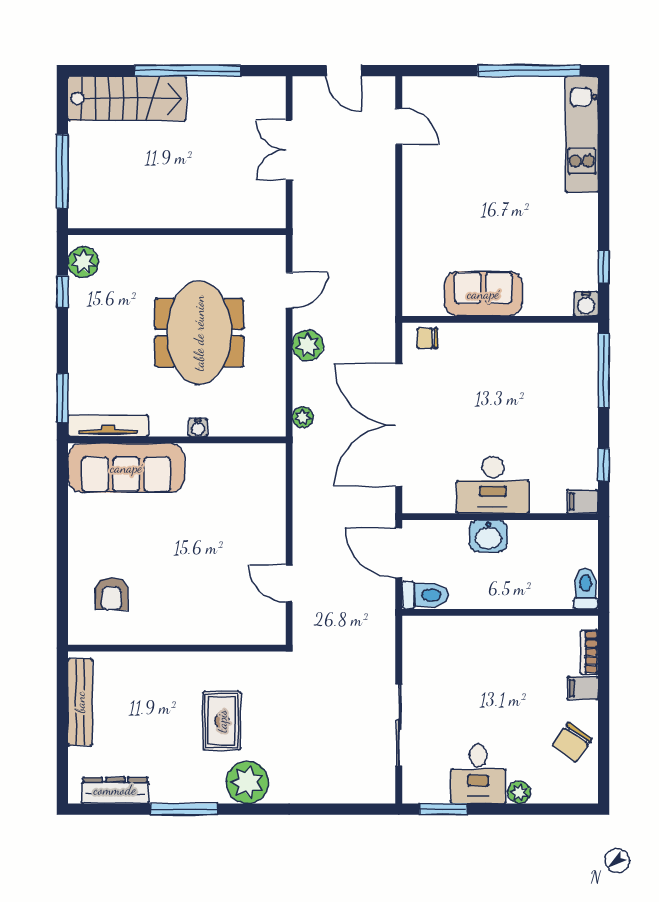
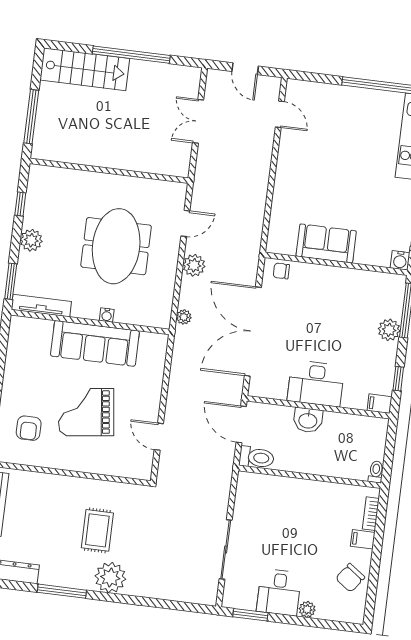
plant: (83, 262) -> (31, 240), moved
plant: (583, 400) -> (389, 330), added
sofa: (126, 468) -> (95, 343), moved
grand piano: (187, 562) -> (86, 412), added
toilet: (586, 589) -> (376, 472), width x0.73, depth x0.72

